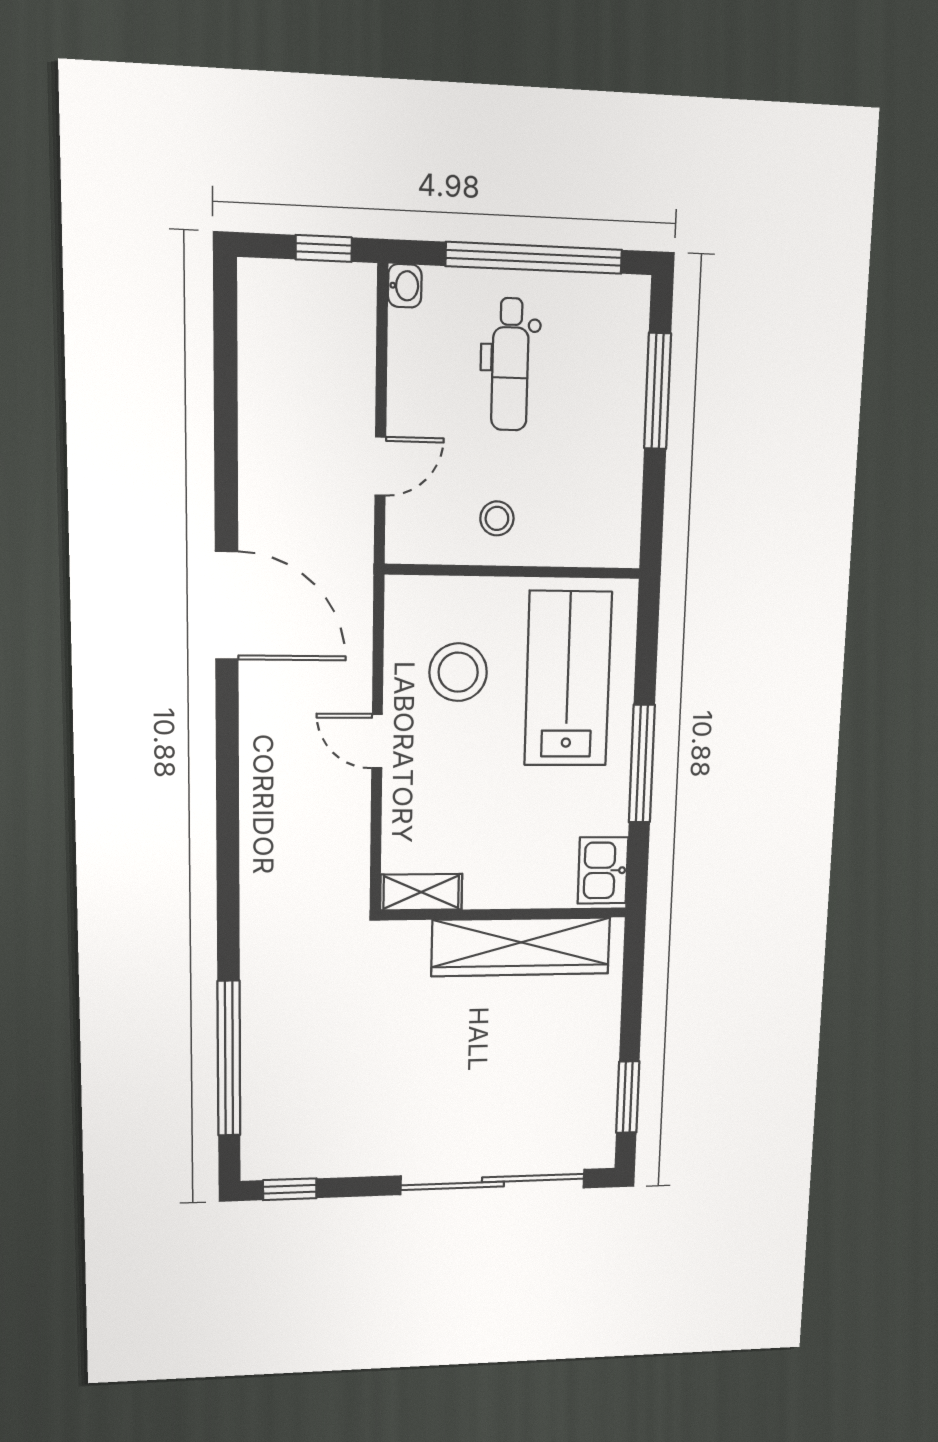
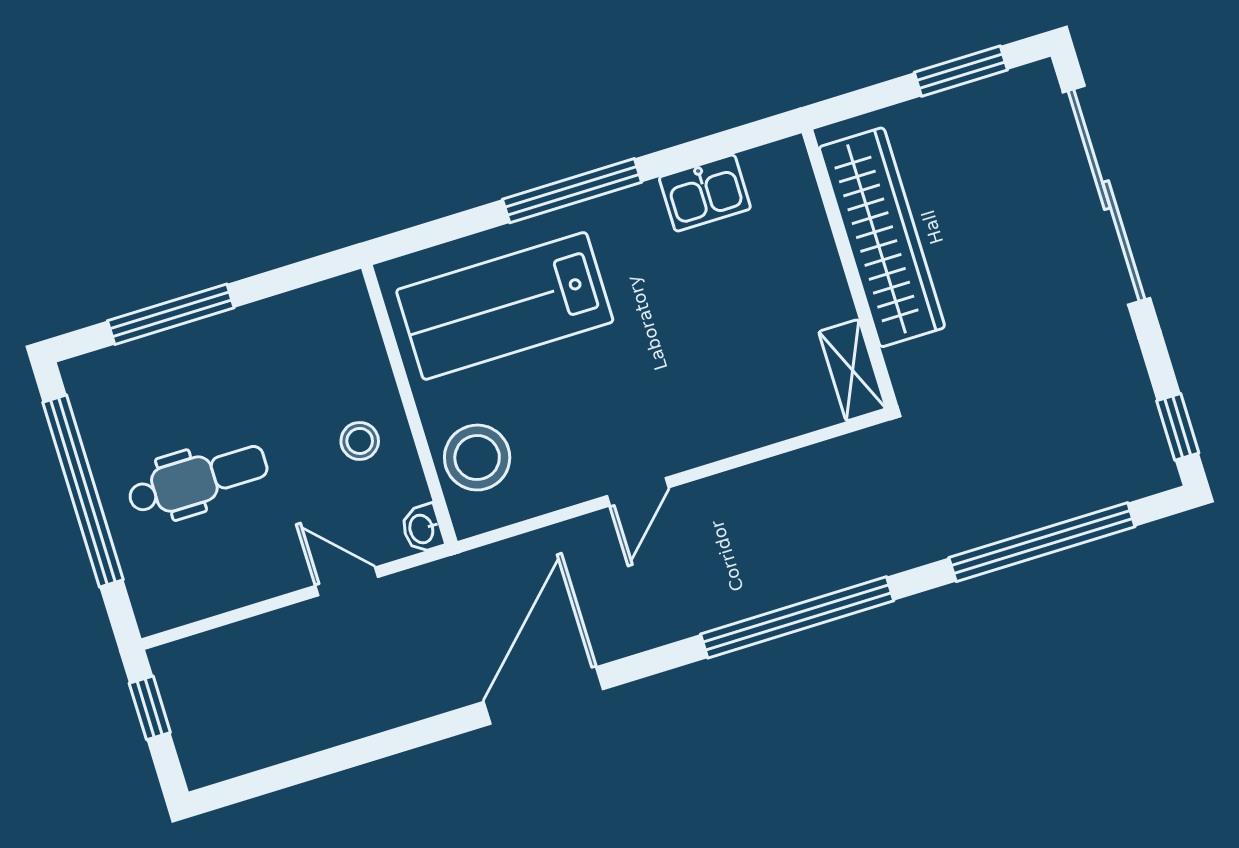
washbasin: (405, 286) -> (422, 529), moved, turned -90
stool: (458, 672) -> (477, 458), moved
window: (228, 842) -> (797, 617), added
shelving: (421, 892) -> (852, 370), moved
wall: (504, 914) -> (850, 269), moved
wardrobe: (521, 947) -> (882, 237), moved

